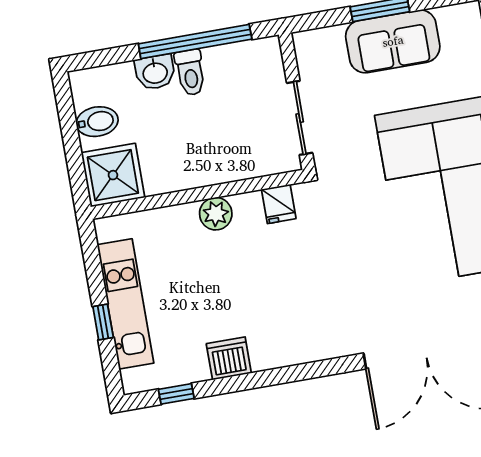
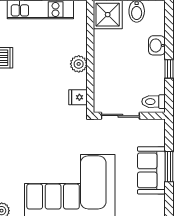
window: (195, 41) -> (169, 69), width x0.32
toilet: (190, 72) -> (154, 102), moved

